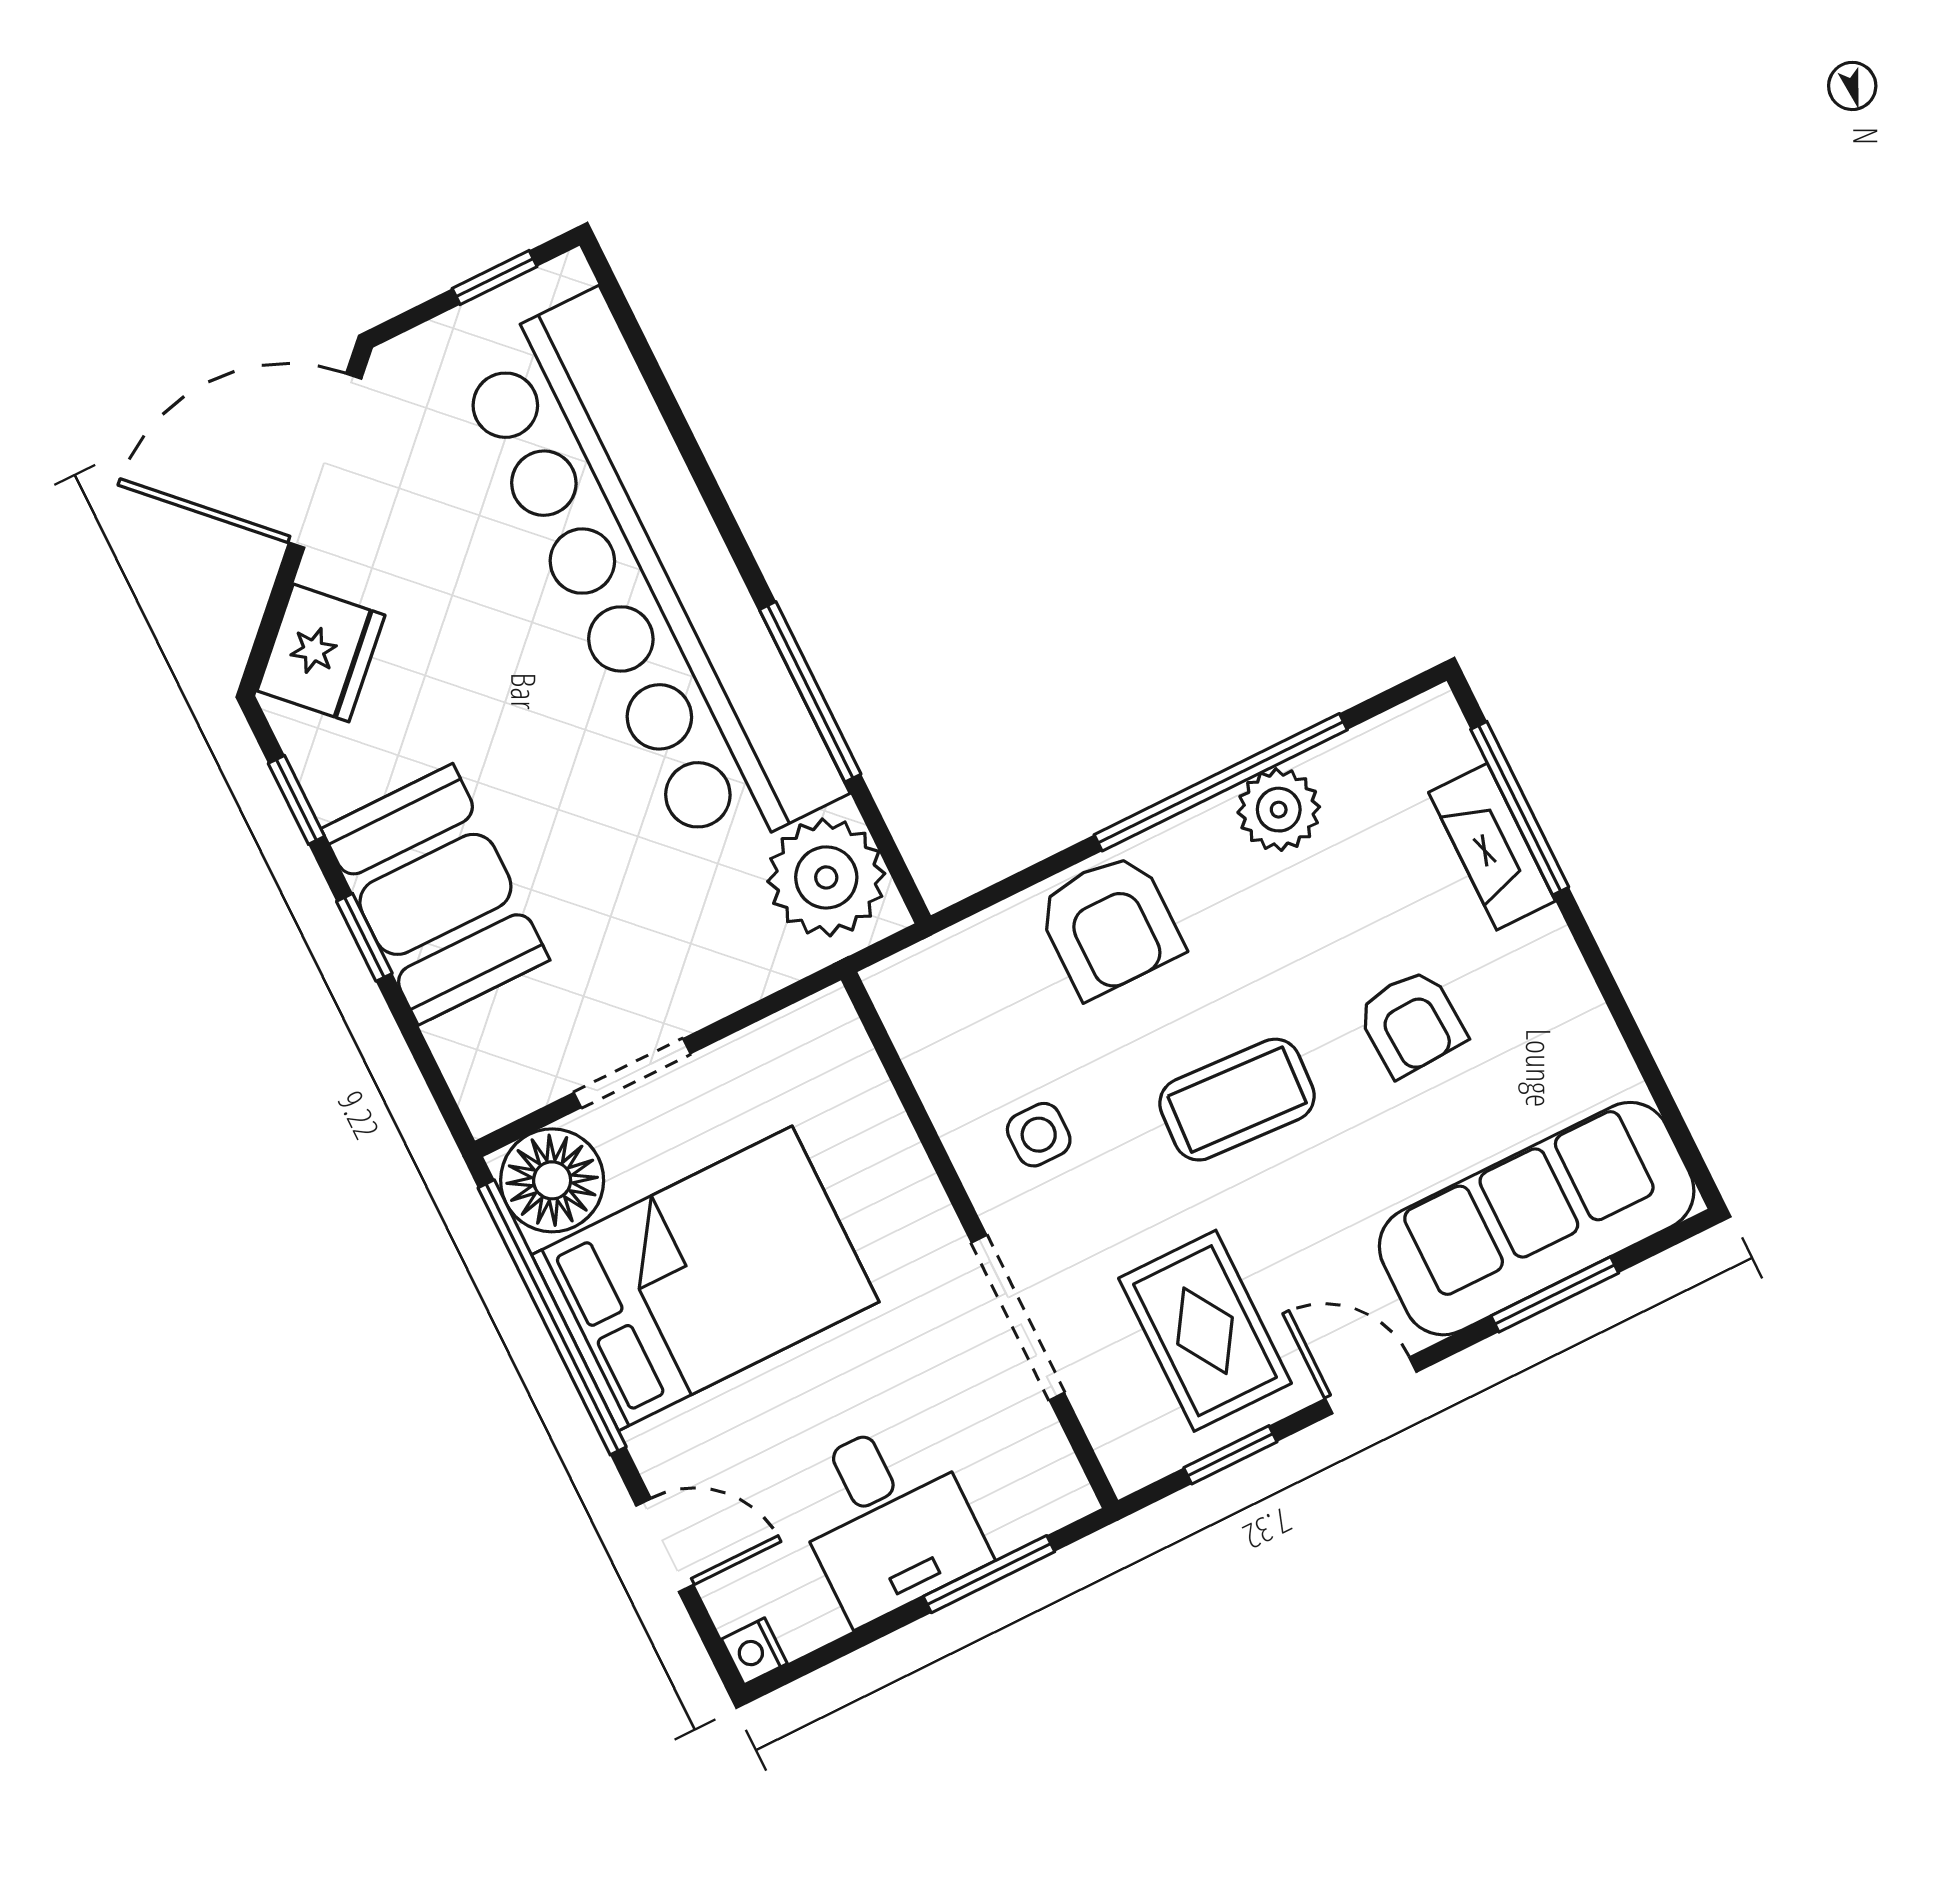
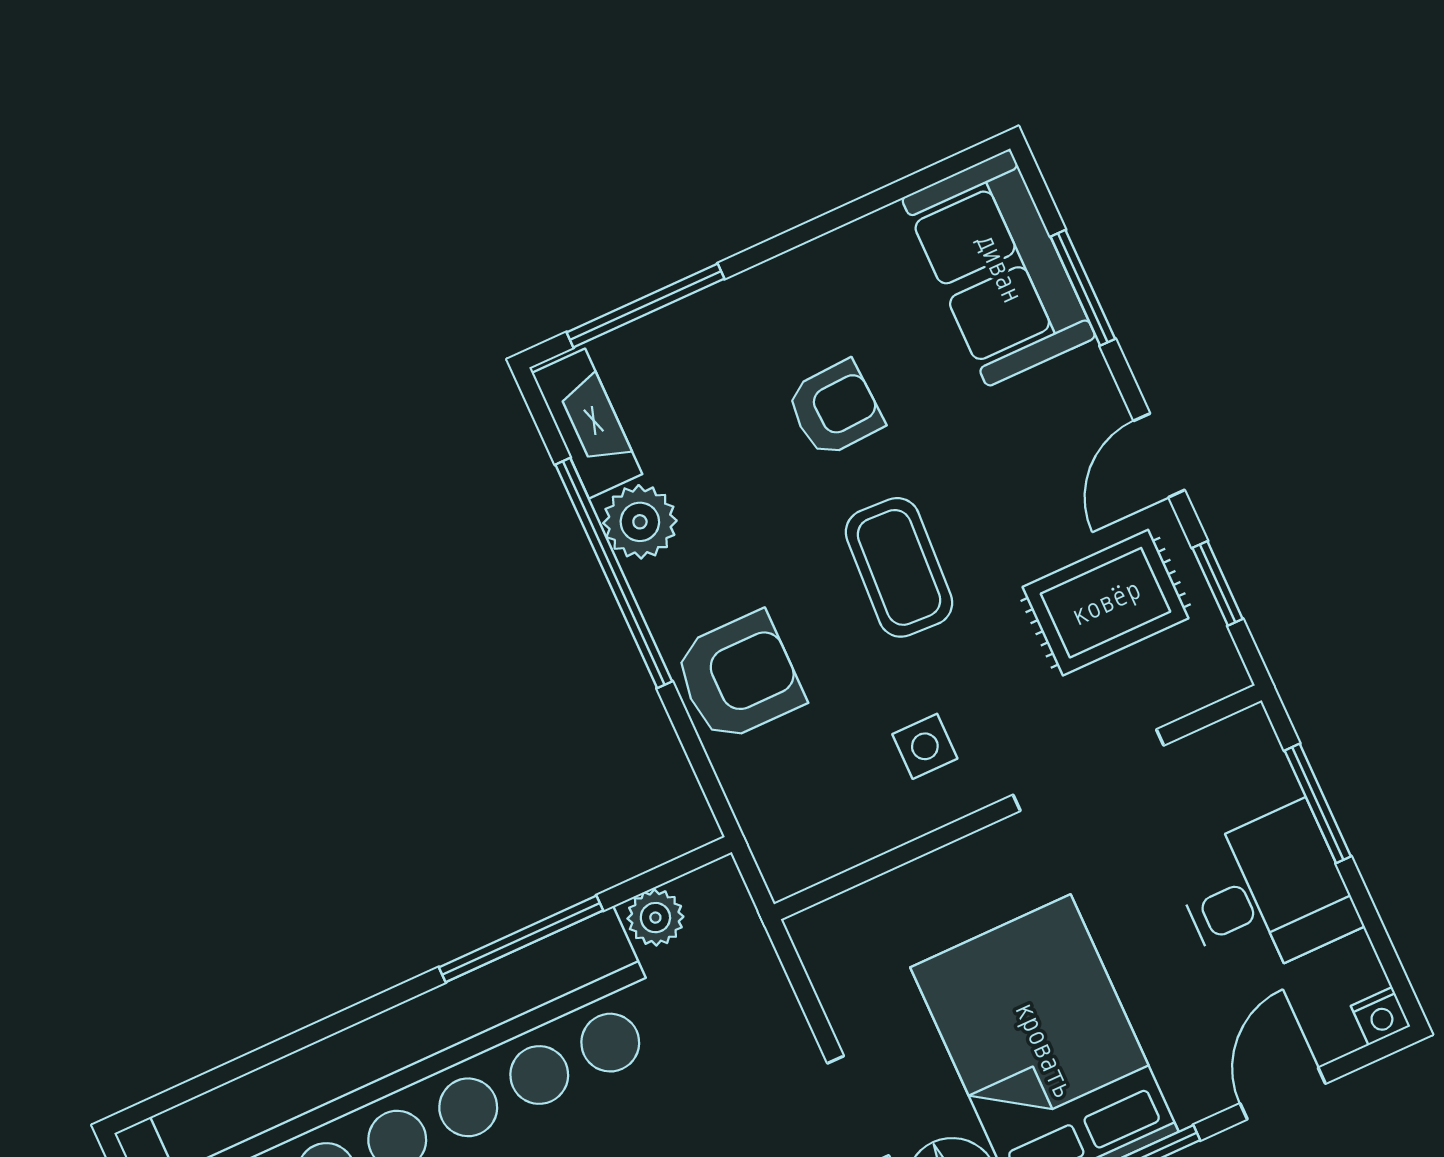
fireplace: (1492, 847) -> (587, 424), moved, turned -90
plant: (826, 877) -> (655, 918), width x0.53, depth x0.53
sofa: (1537, 1219) -> (999, 268), width x0.73

